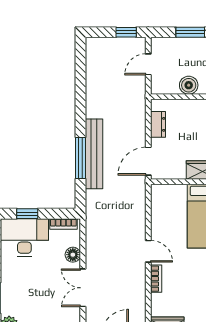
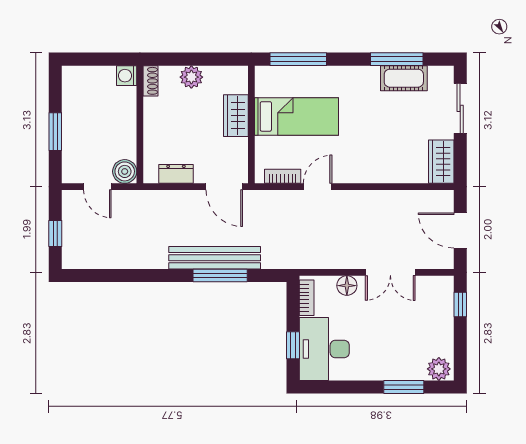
window: (126, 32) -> (55, 234), moved
boiler: (189, 85) -> (125, 171), moved
door: (148, 251) -> (318, 187), moved
bookcase: (156, 279) -> (283, 176), moved

